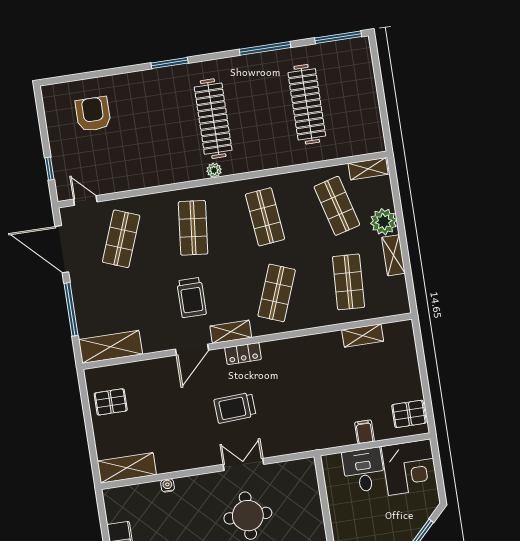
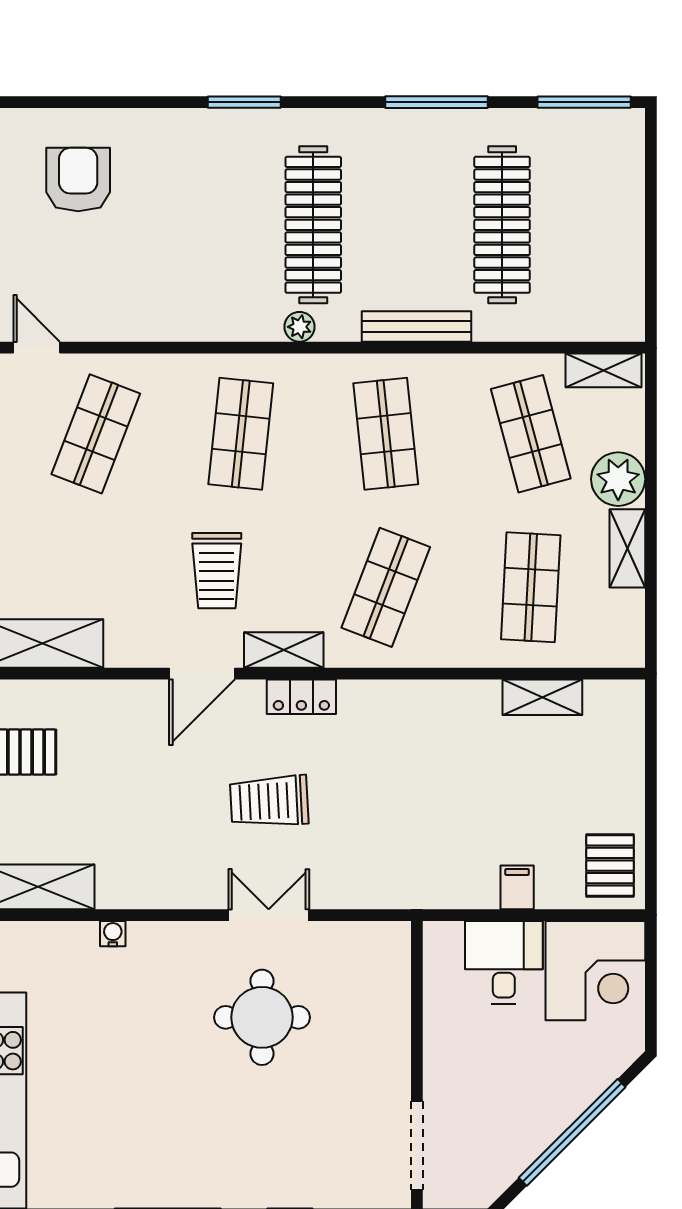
bench: (272, 161) -> (417, 326), added
pallet: (409, 414) -> (610, 866), turned 90

